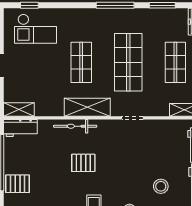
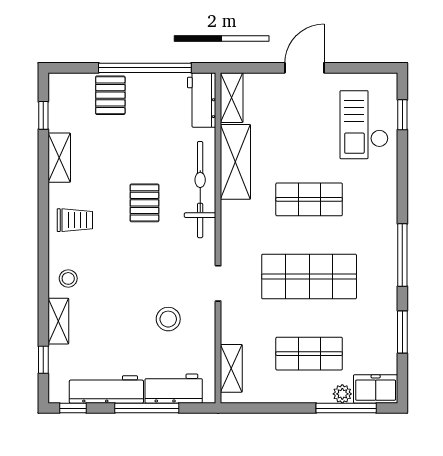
shelving: (87, 107) -> (235, 162), moved
bicycle: (75, 126) -> (200, 190), width x1.37, depth x1.40
stool: (161, 186) -> (168, 319), moved

